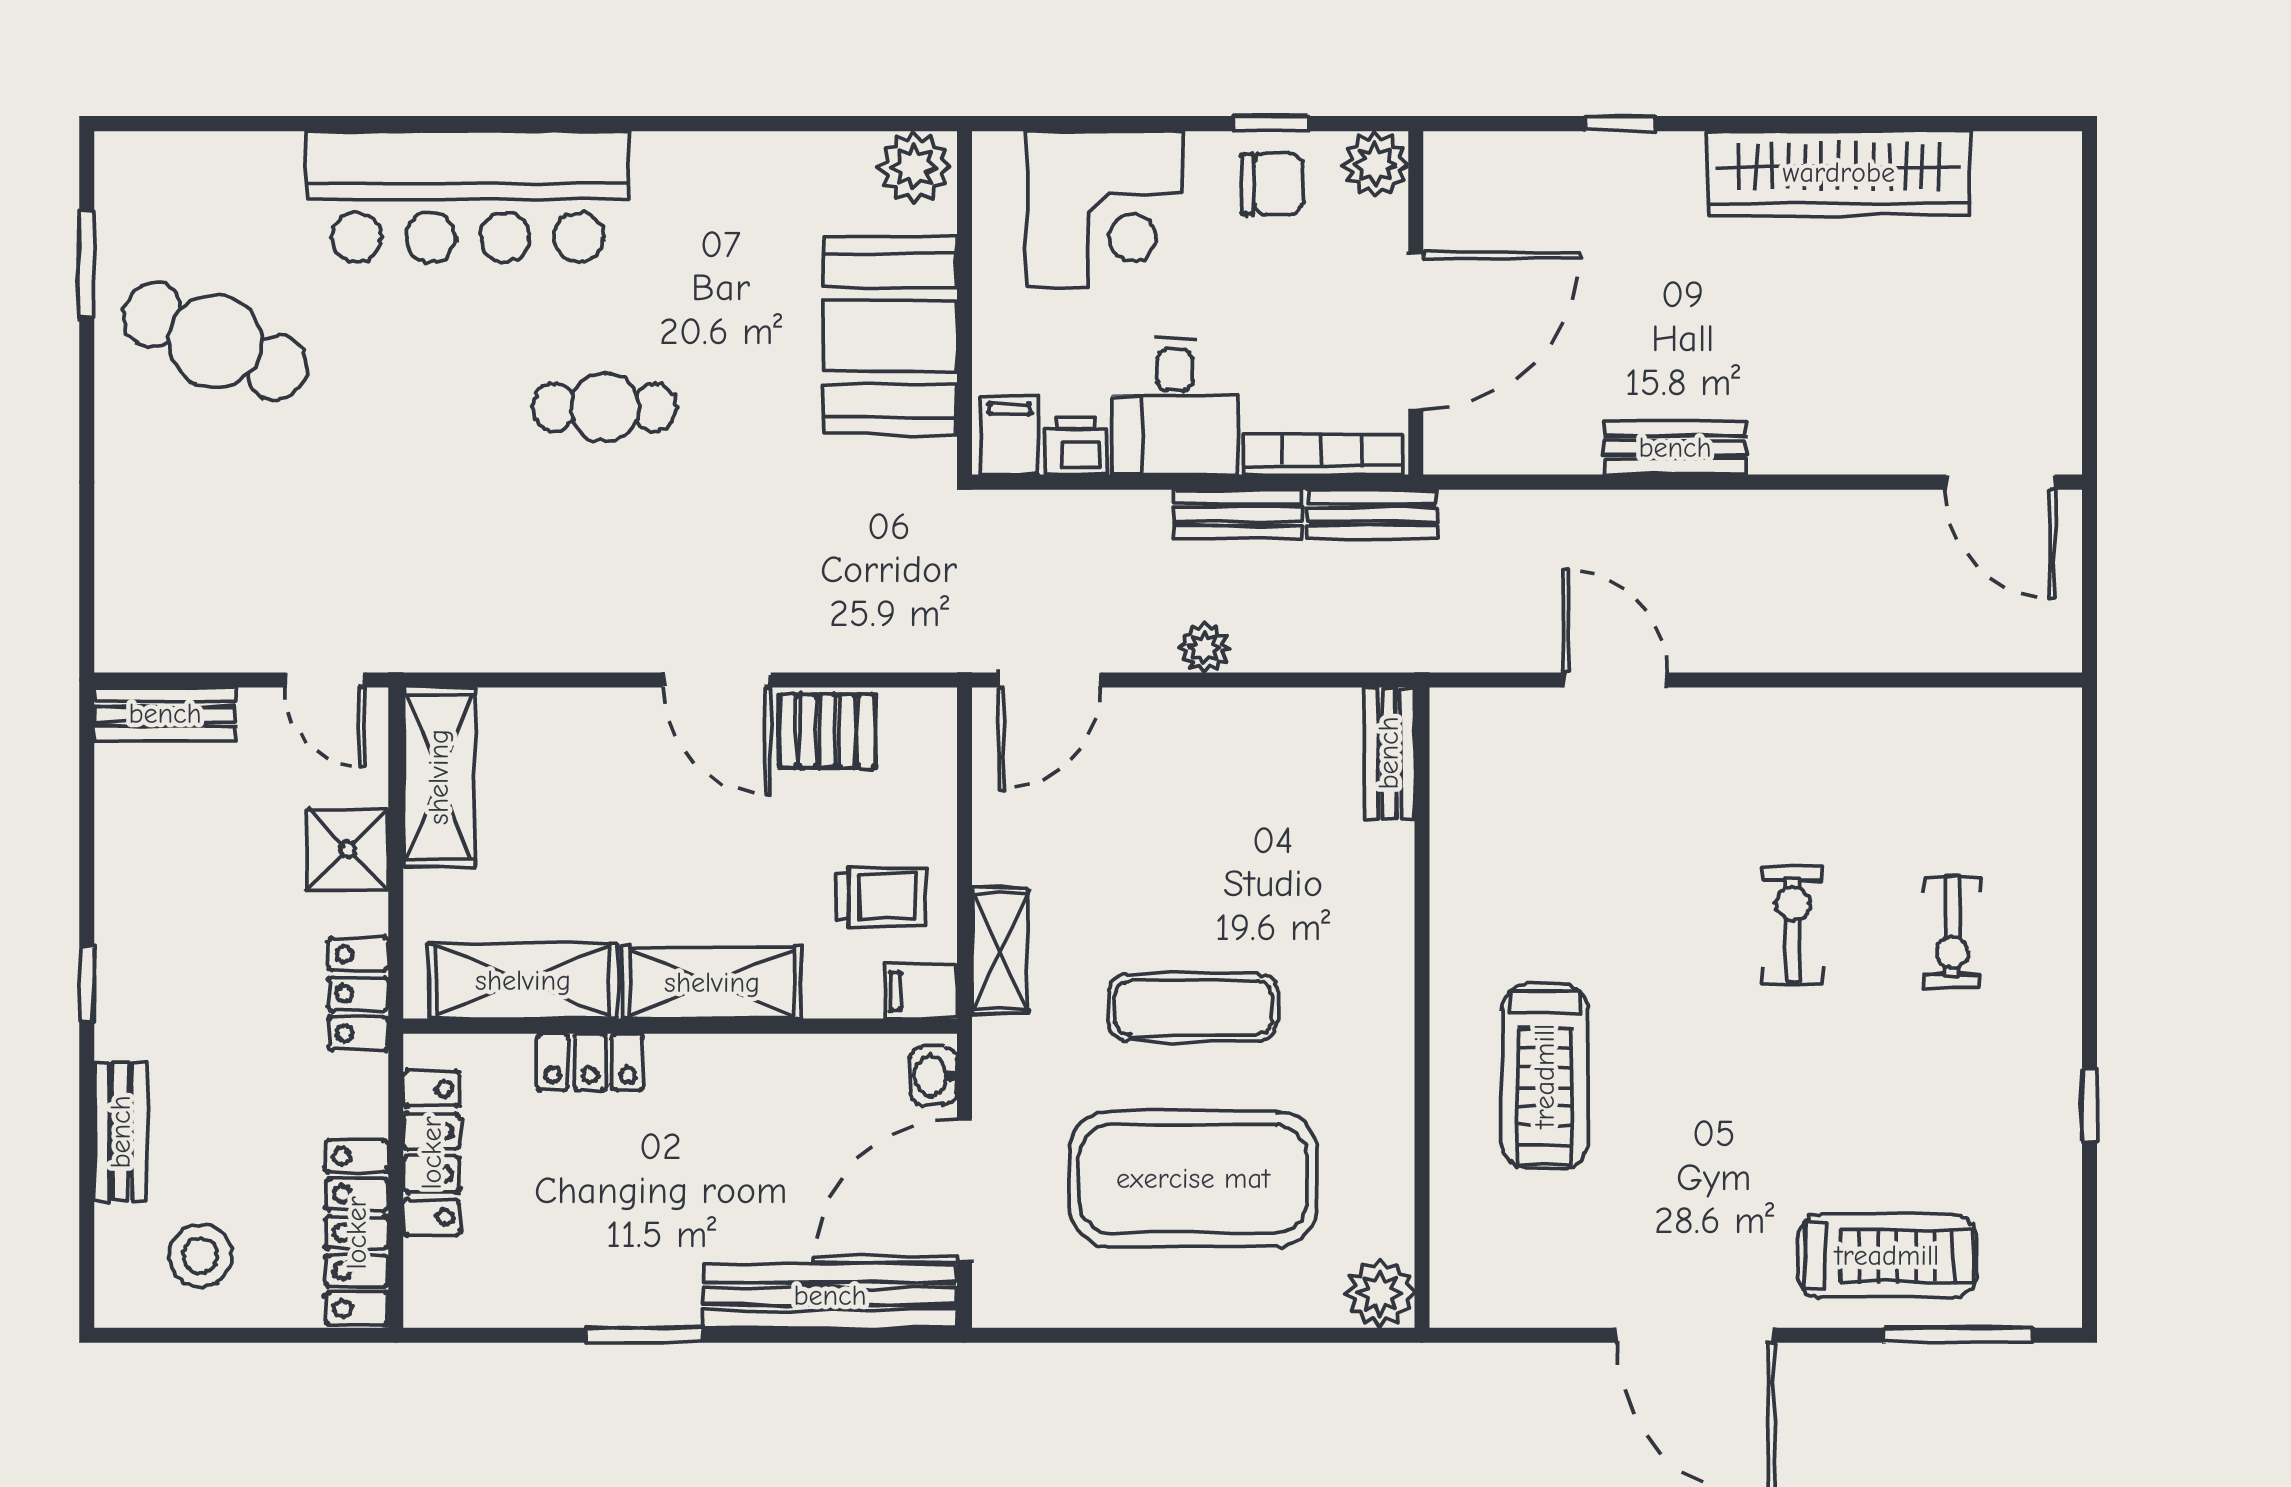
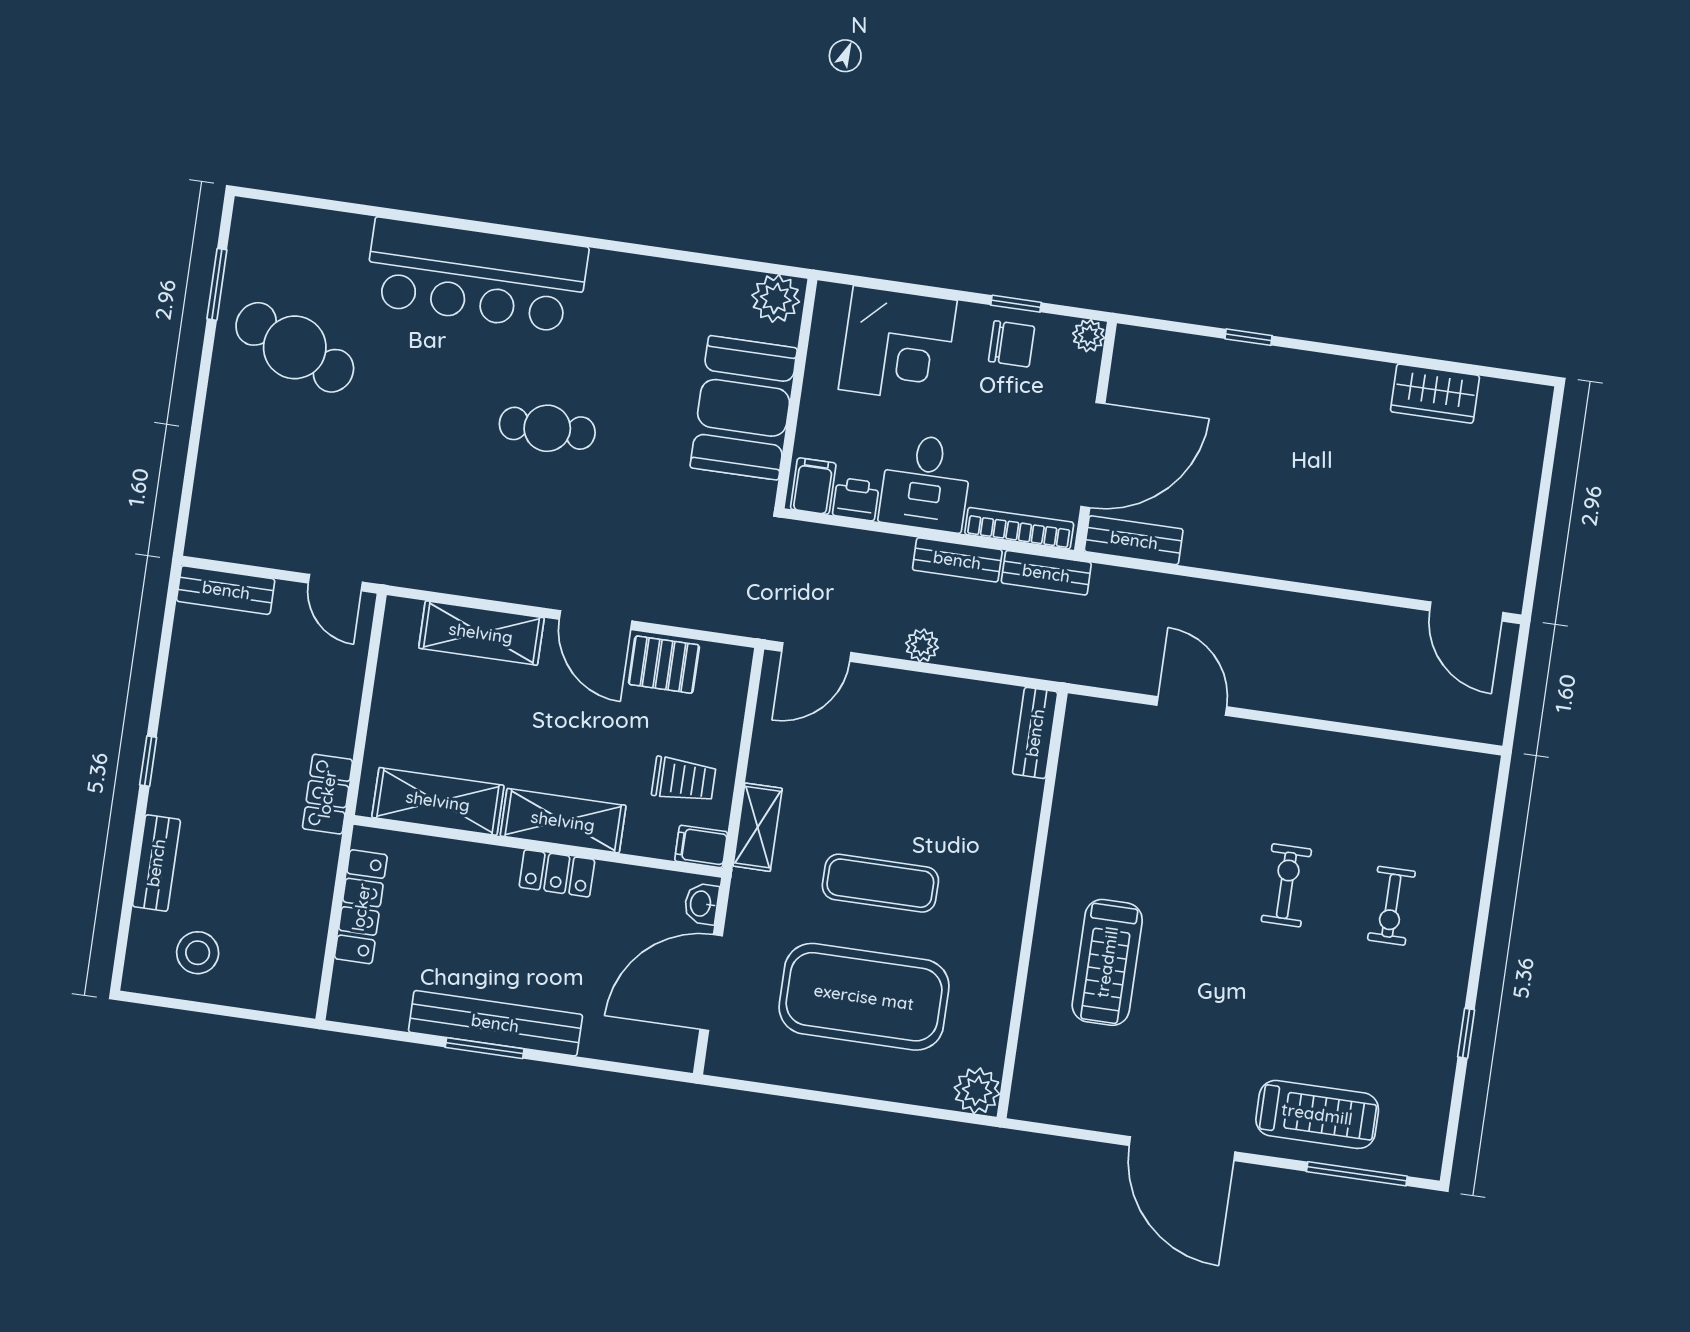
plant: (1375, 164) -> (1089, 336), width x0.73, depth x0.73
wardrobe: (1839, 173) -> (1435, 394), width x0.48, depth x0.85
bench: (1675, 448) -> (1134, 540), moved
shelving: (439, 777) -> (481, 633), moved, turned 90
shower: (347, 850) -> (334, 697), removed
locker: (590, 1062) -> (557, 873), moved
locker: (357, 1233) -> (304, 952), removed
bench: (830, 1296) -> (495, 1023), moved

